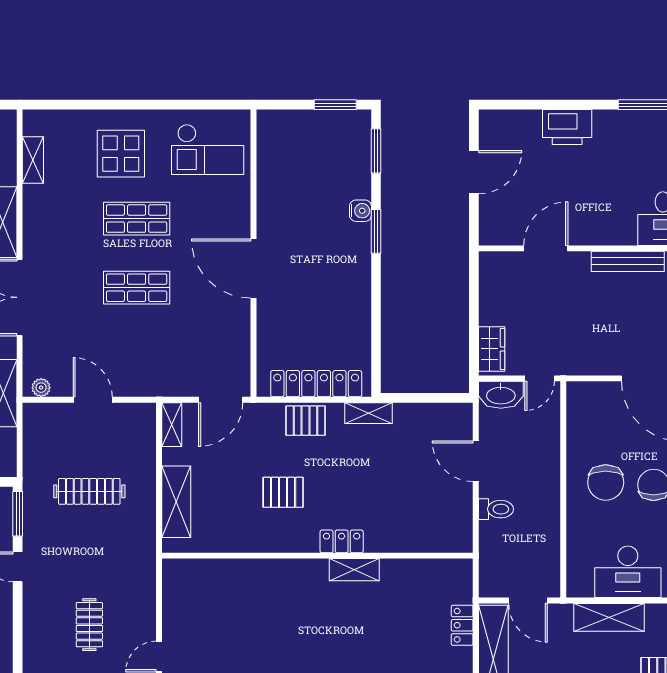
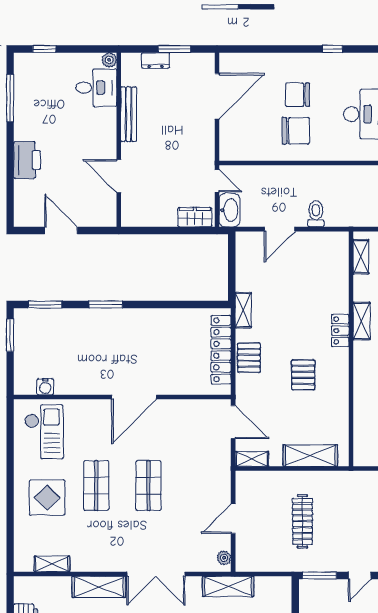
water cooler: (360, 211) -> (45, 387), moved, turned 180
shelving: (439, 569) -> (361, 257), added

